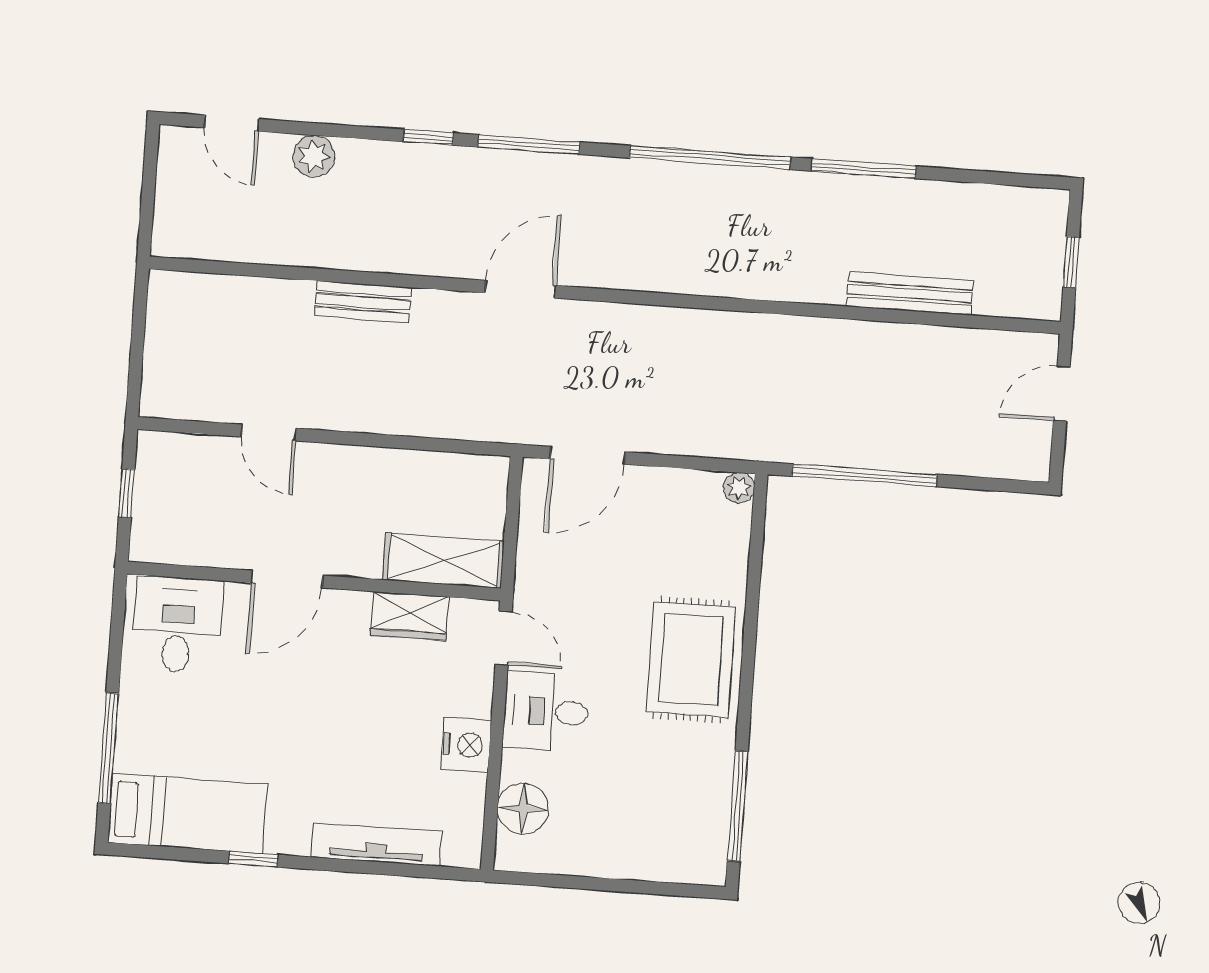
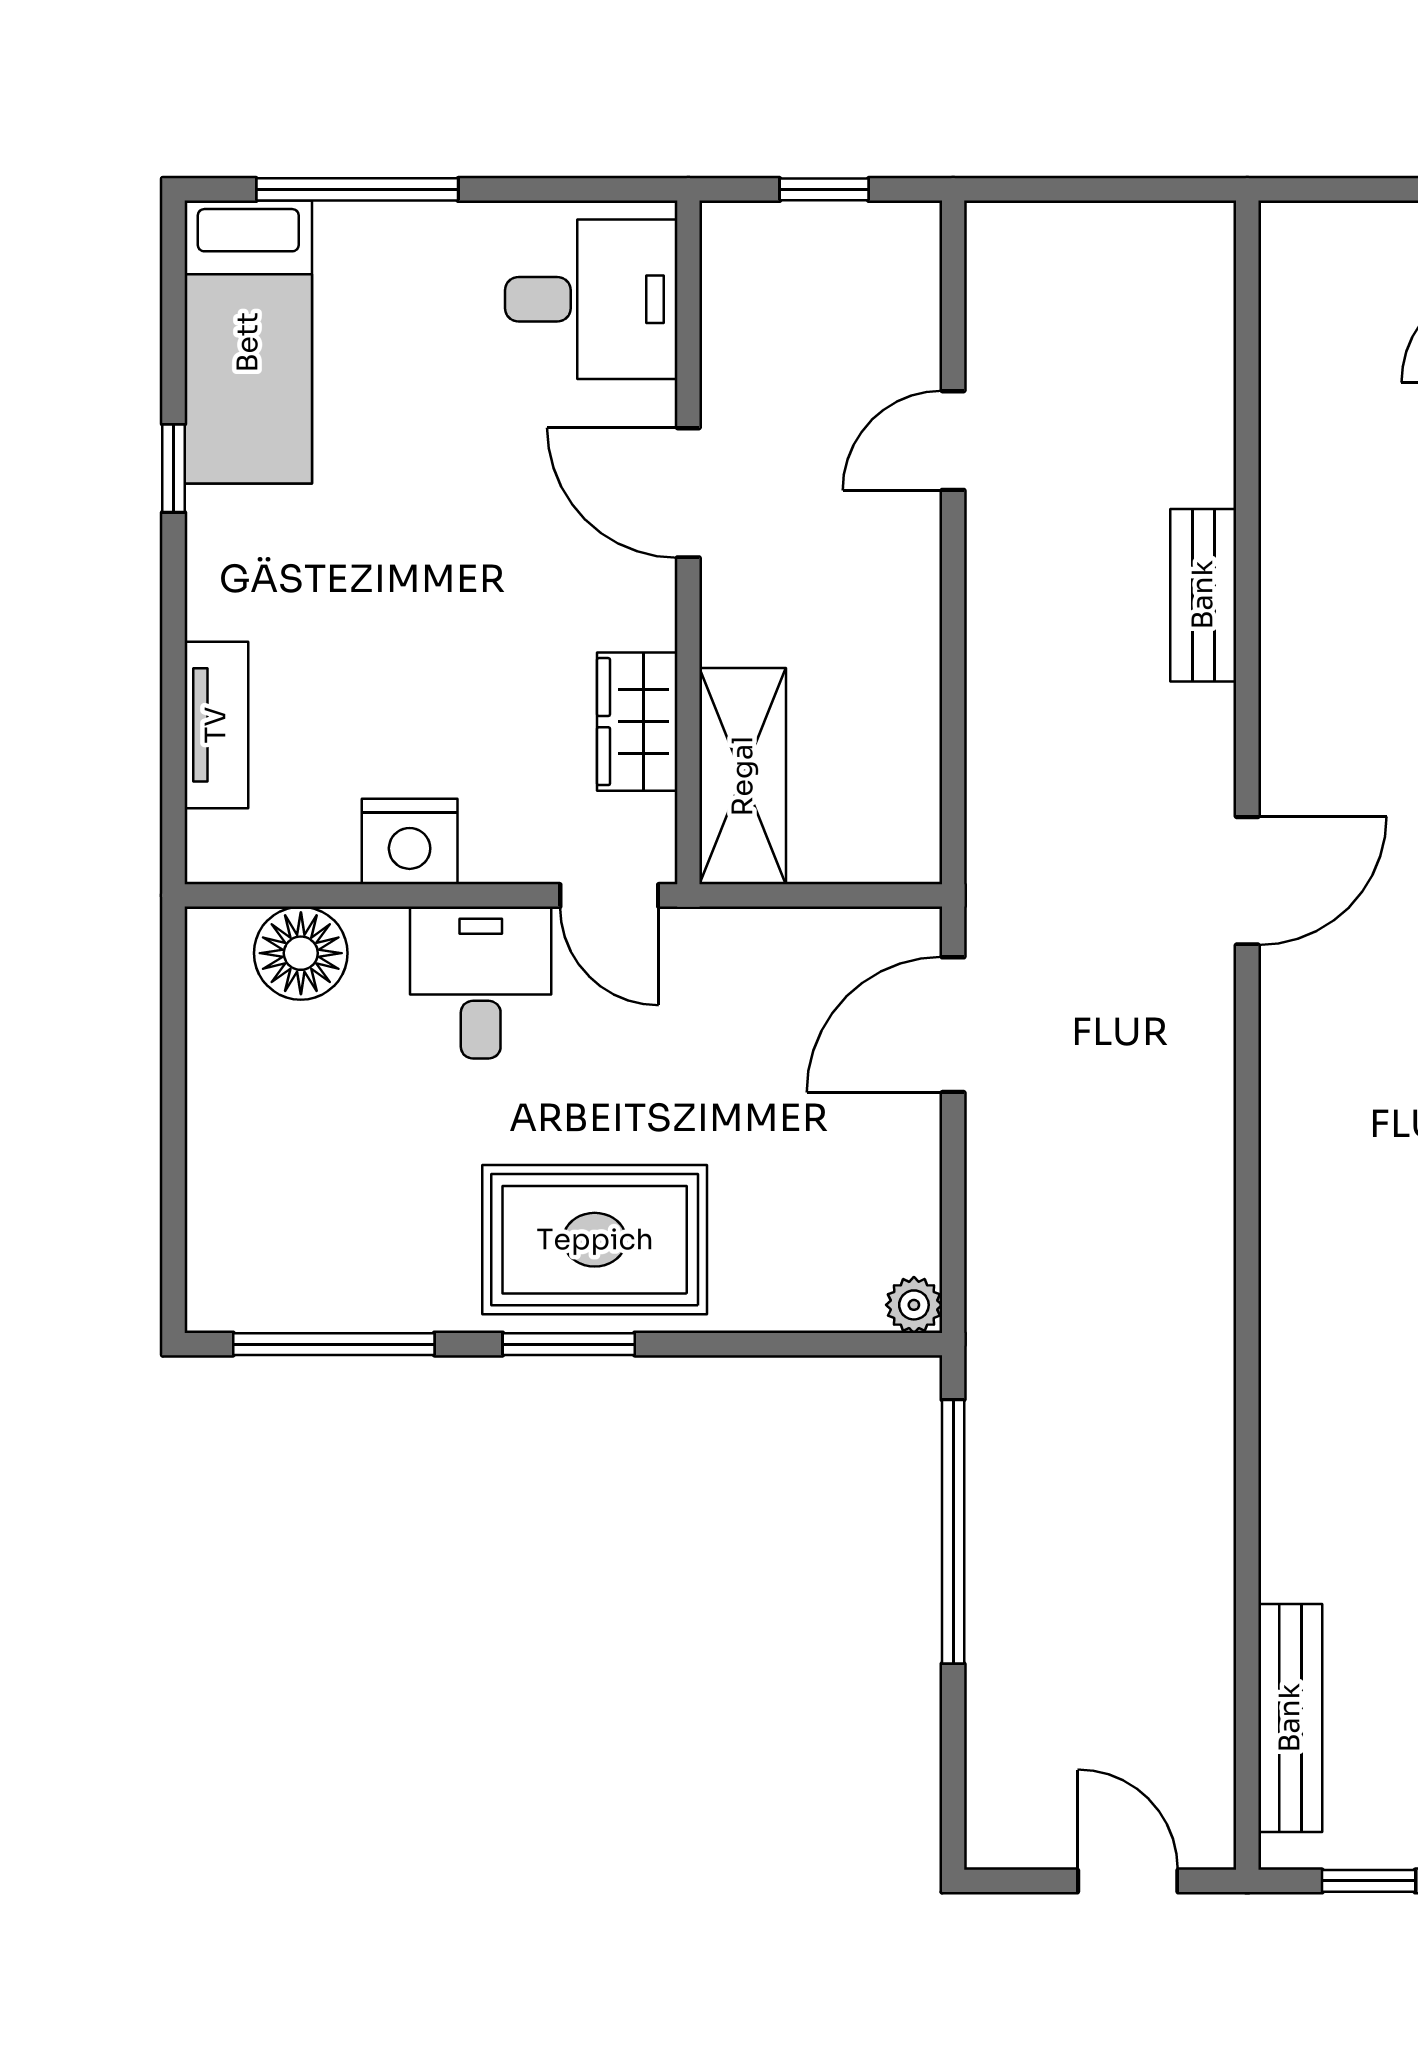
door: (520, 289) -> (1247, 881), hinge flipped
bench: (910, 294) -> (1290, 1718), moved
door: (588, 455) -> (953, 1025), hinge flipped
door: (504, 638) -> (609, 895), hinge flipped
window: (747, 678) -> (569, 1344), added
tv unit: (376, 844) -> (216, 725), width x0.71

